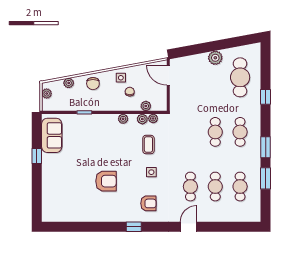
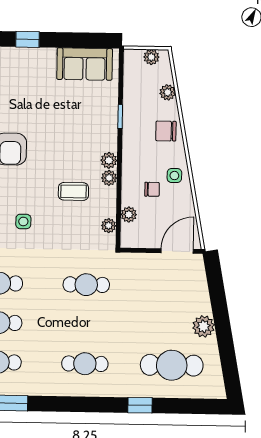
plant: (142, 119) -> (109, 160), moved
cafe table: (215, 132) -> (86, 285), moved
coffee table: (148, 145) -> (73, 191), moved
window: (266, 147) -> (60, 404), removed
window: (37, 156) -> (28, 39), moved

